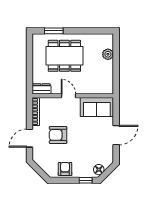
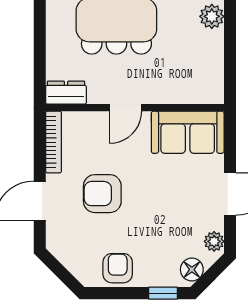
door: (69, 96) -> (125, 108), swing flipped
plant: (109, 157) -> (214, 241), added

